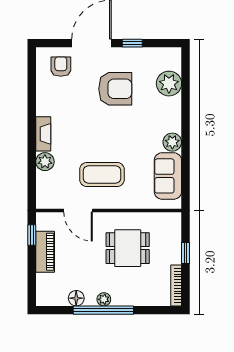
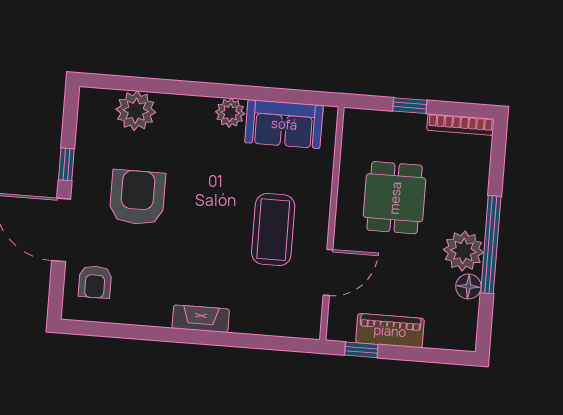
armchair: (61, 67) -> (95, 282), turned -90
plant: (45, 162) -> (245, 319), removed
plant: (104, 299) -> (463, 251), width x1.88, depth x1.88

